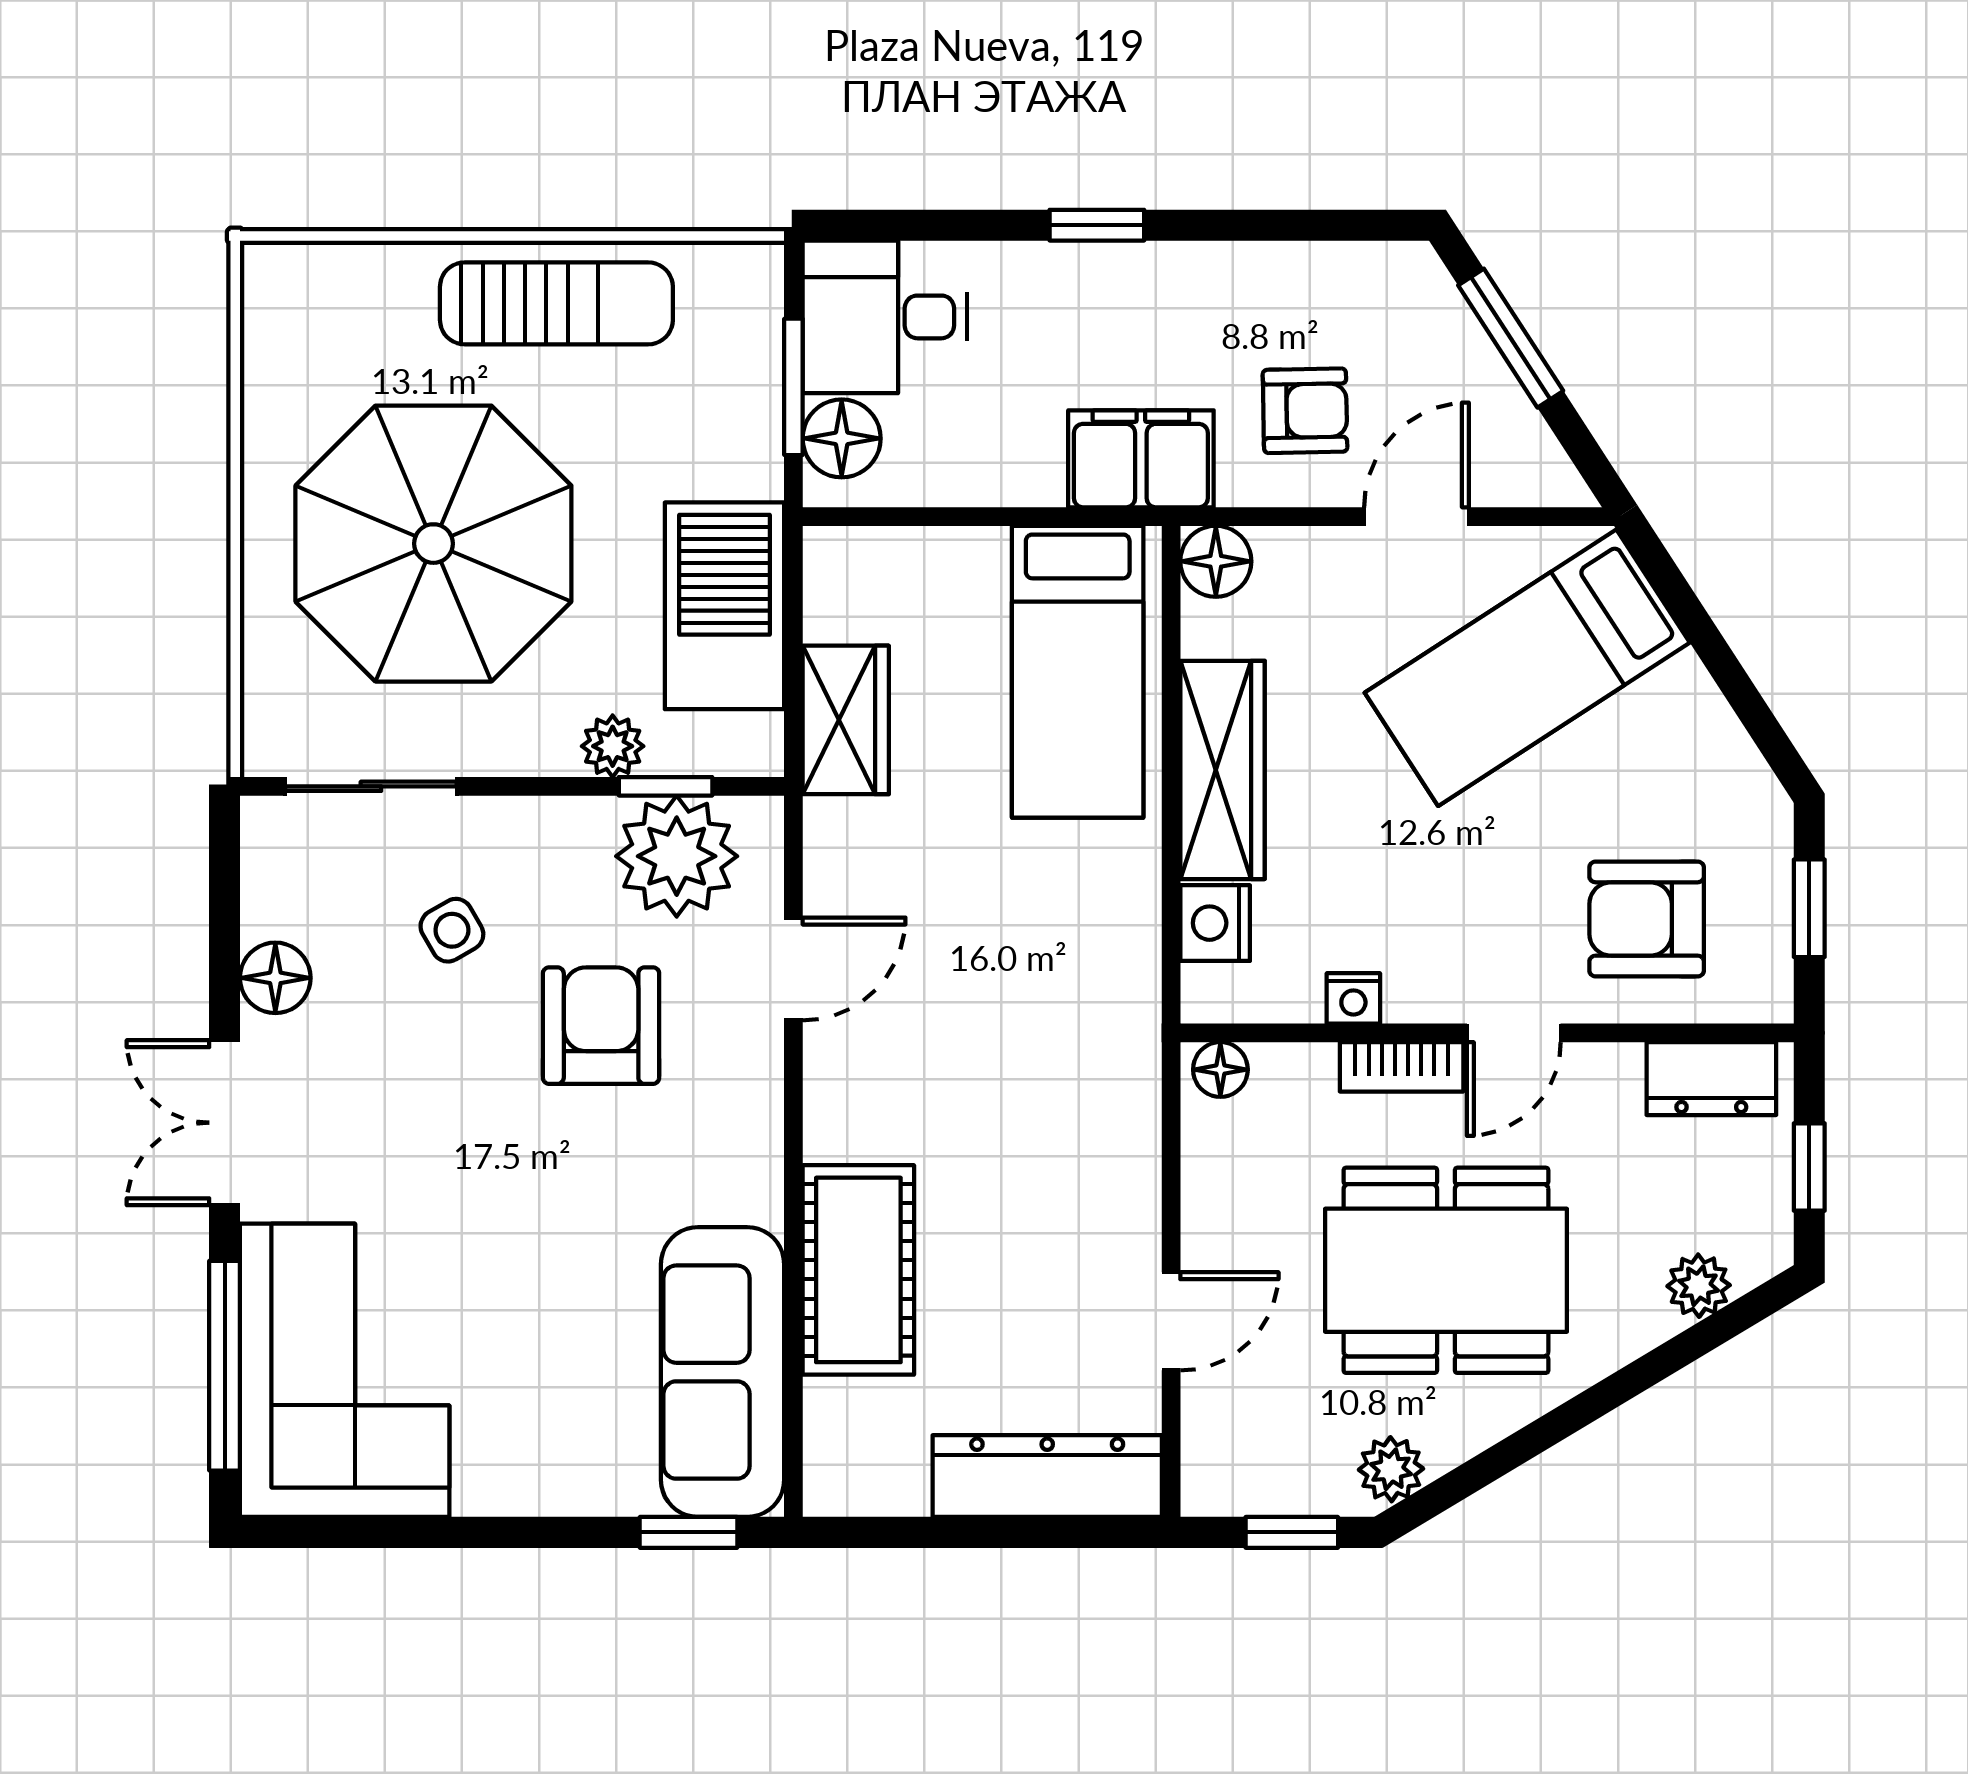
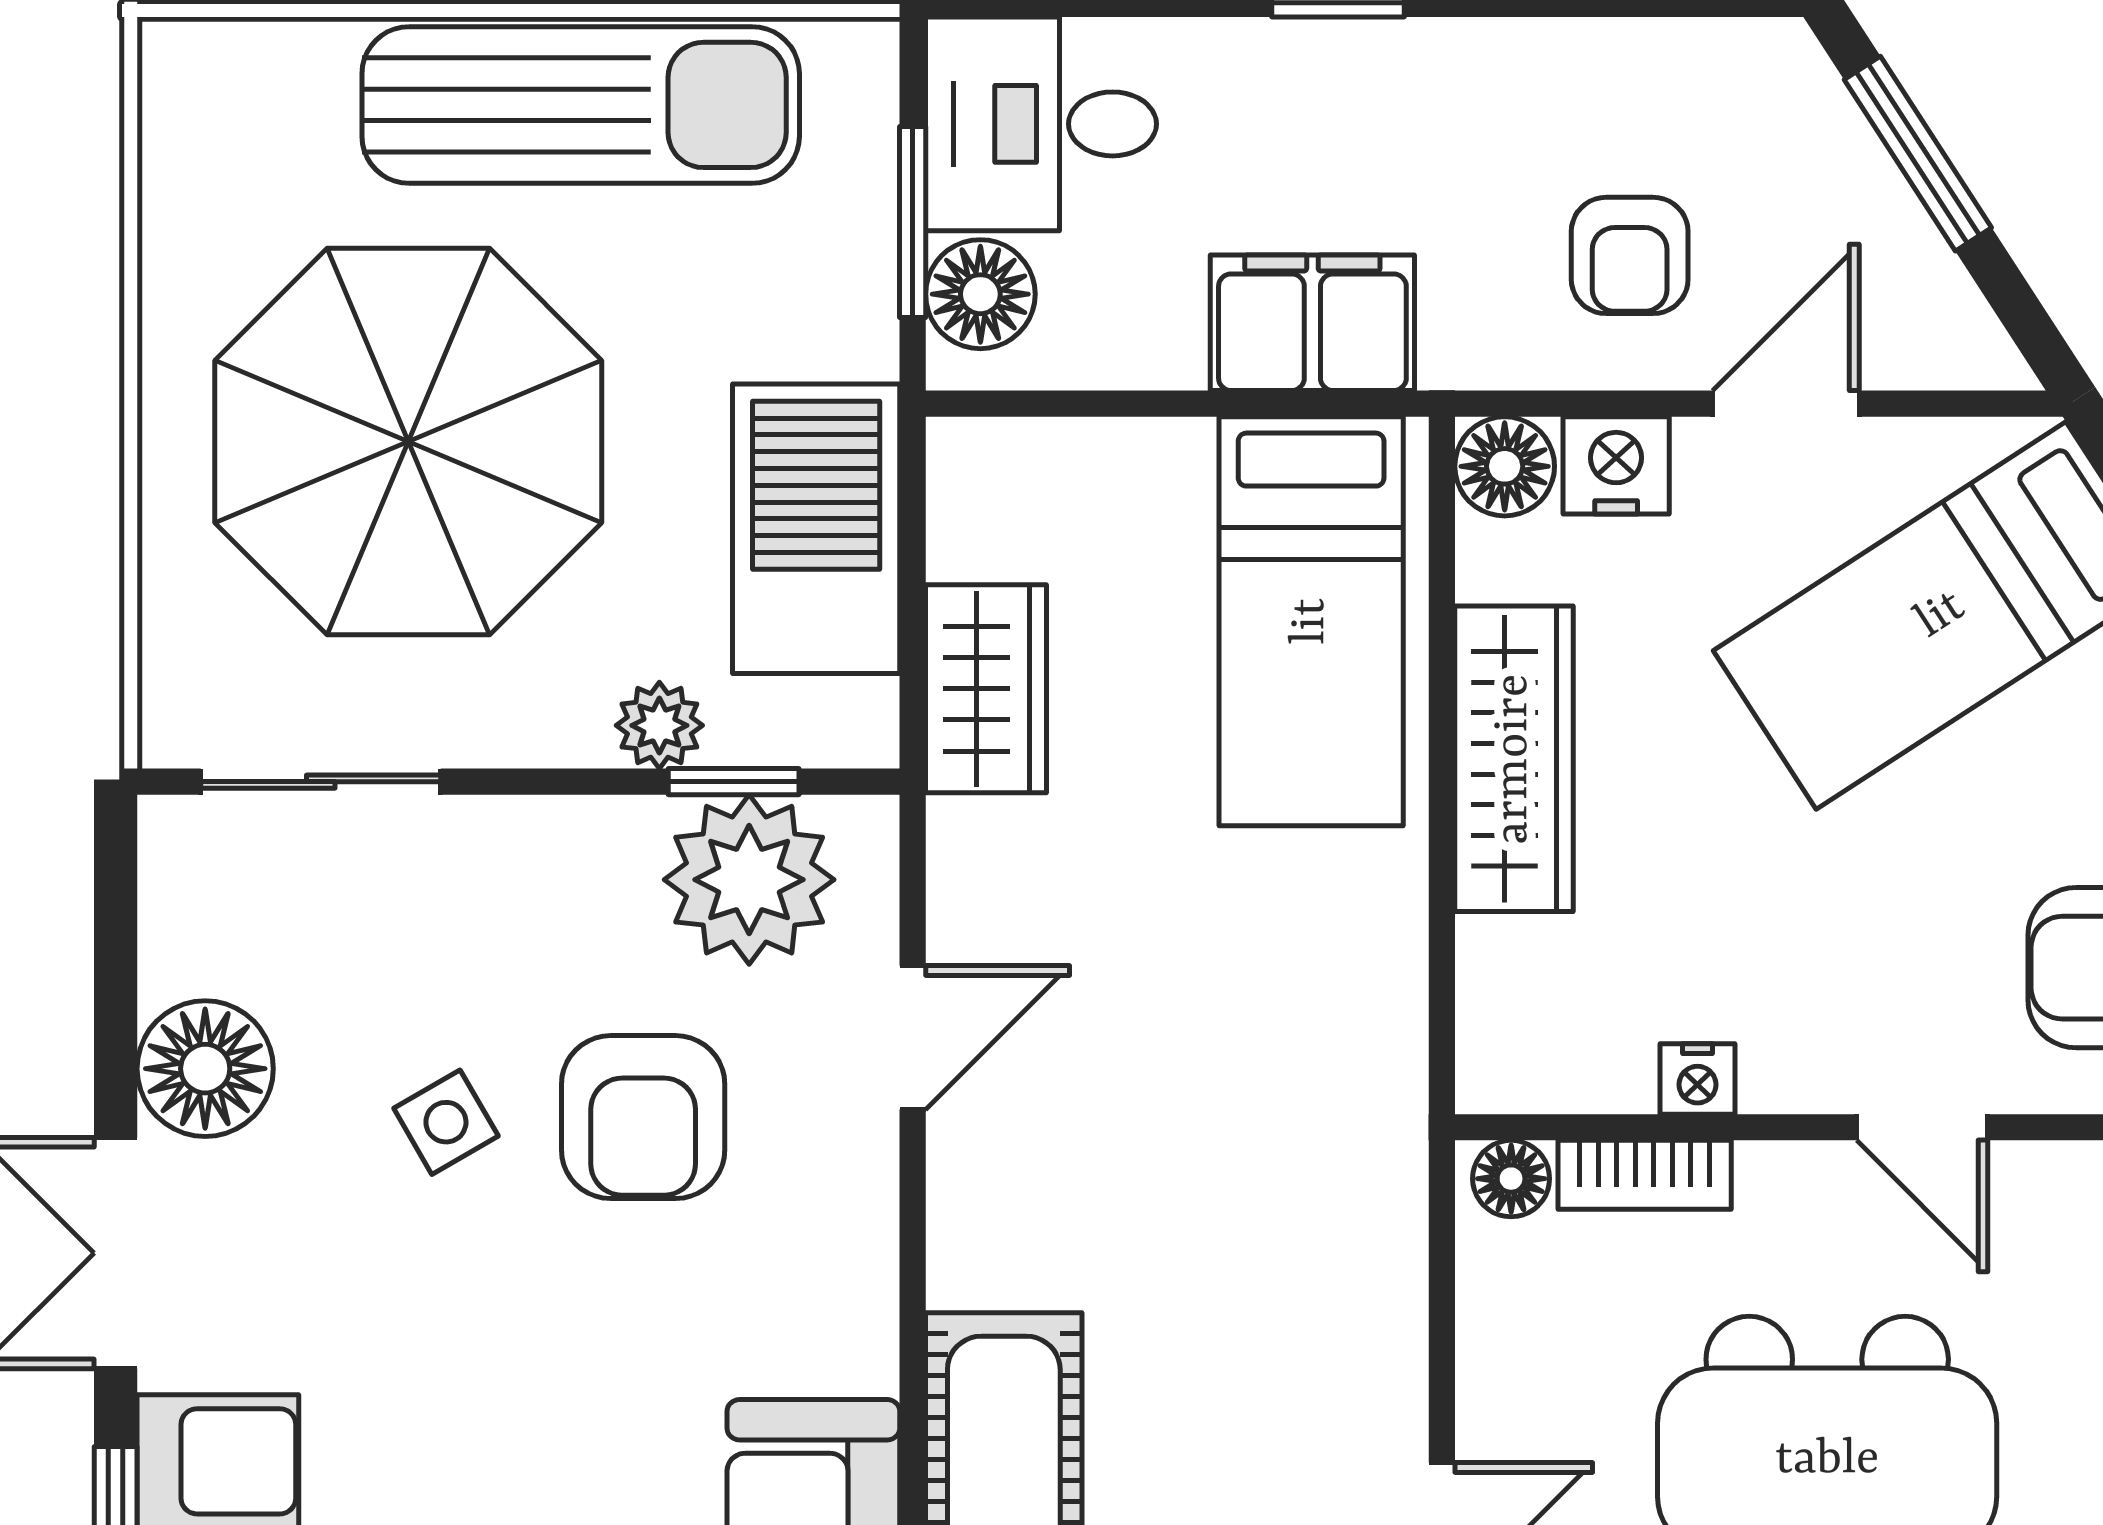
sun lounger: (556, 303) -> (581, 105), width x1.36, depth x1.34
armchair: (1305, 411) -> (1630, 255), turned 91
filing cabinet: (1141, 459) -> (1312, 323), moved
nightstand: (1215, 923) -> (1616, 465), moved, turned 90
side table: (452, 930) -> (446, 1122), moved
floor lamp: (275, 978) -> (205, 1069), width x1.38, depth x1.38
armchair: (601, 1026) -> (643, 1117), turned 180
door: (1514, 1033) -> (1922, 1127), hinge flipped
bookcase: (1402, 1067) -> (1645, 1175), moved

